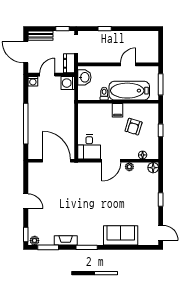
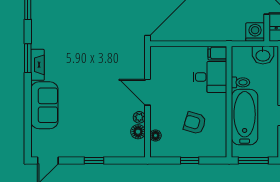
filing cabinet: (117, 110) -> (217, 53), moved
desk: (89, 147) -> (210, 77), moved, turned 180
floor lamp: (153, 168) -> (138, 132), moved
fireplace: (66, 240) -> (37, 65), moved

